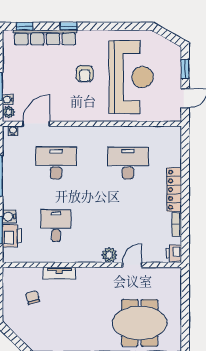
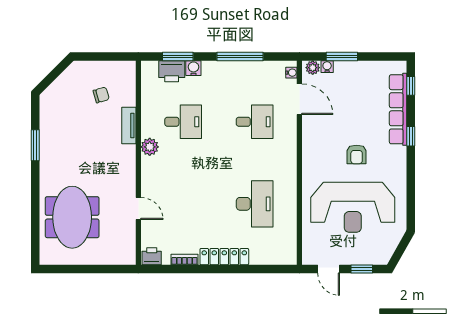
armchair: (85, 74) -> (357, 154), turned -90
desk: (56, 163) -> (255, 122), width x0.73
plant: (109, 255) -> (150, 147), moved

